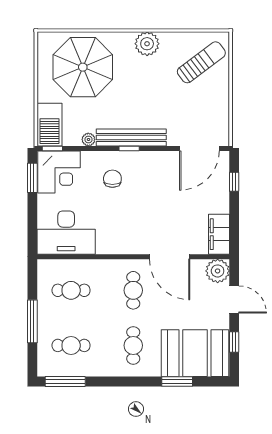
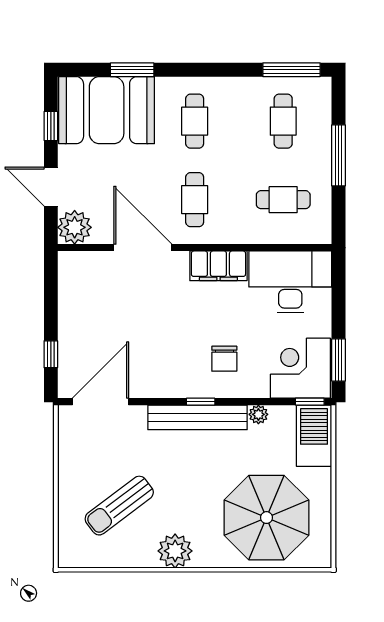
sun lounger: (201, 62) -> (119, 506), moved
filing cabinet: (219, 234) -> (218, 266), moved, turned 90
cafe table: (71, 345) -> (283, 121), turned 90

